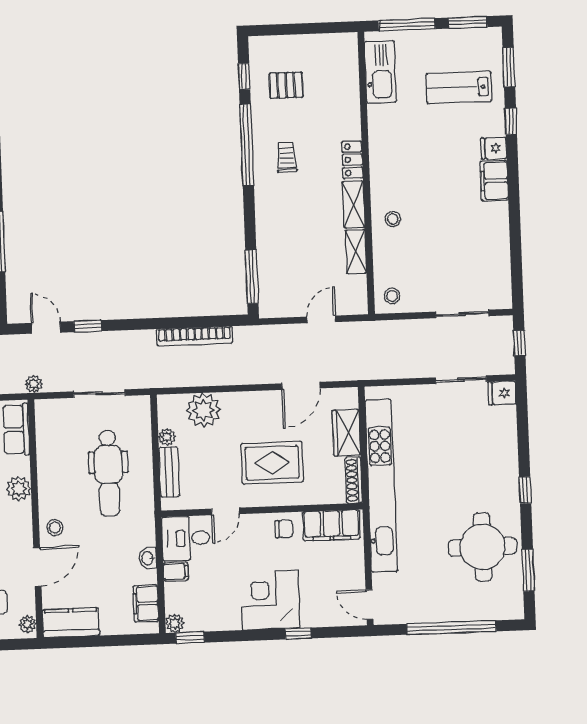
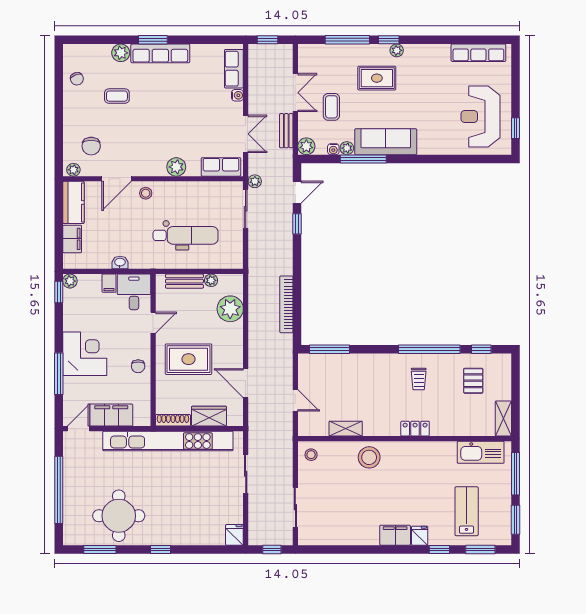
trolley: (287, 157) -> (419, 379), turned 91
shelving: (354, 205) -> (503, 418), moved, turned 90
stool: (393, 219) -> (369, 457), width x1.89, depth x1.89
sliding door: (461, 380) -> (246, 474), moved
sliding door: (99, 394) -> (246, 209), moved
rug: (272, 463) -> (189, 359), turned 90
dental chair: (109, 473) -> (185, 235), turned 180
door: (225, 511) -> (153, 323), swing flipped
filing cabinet: (331, 525) -> (111, 415), moved, turned 90
door: (37, 567) -> (117, 179), hinge flipped
filing cabinet: (146, 603) -> (72, 239), moved, turned 90
window: (298, 633) -> (59, 374), width x2.17

